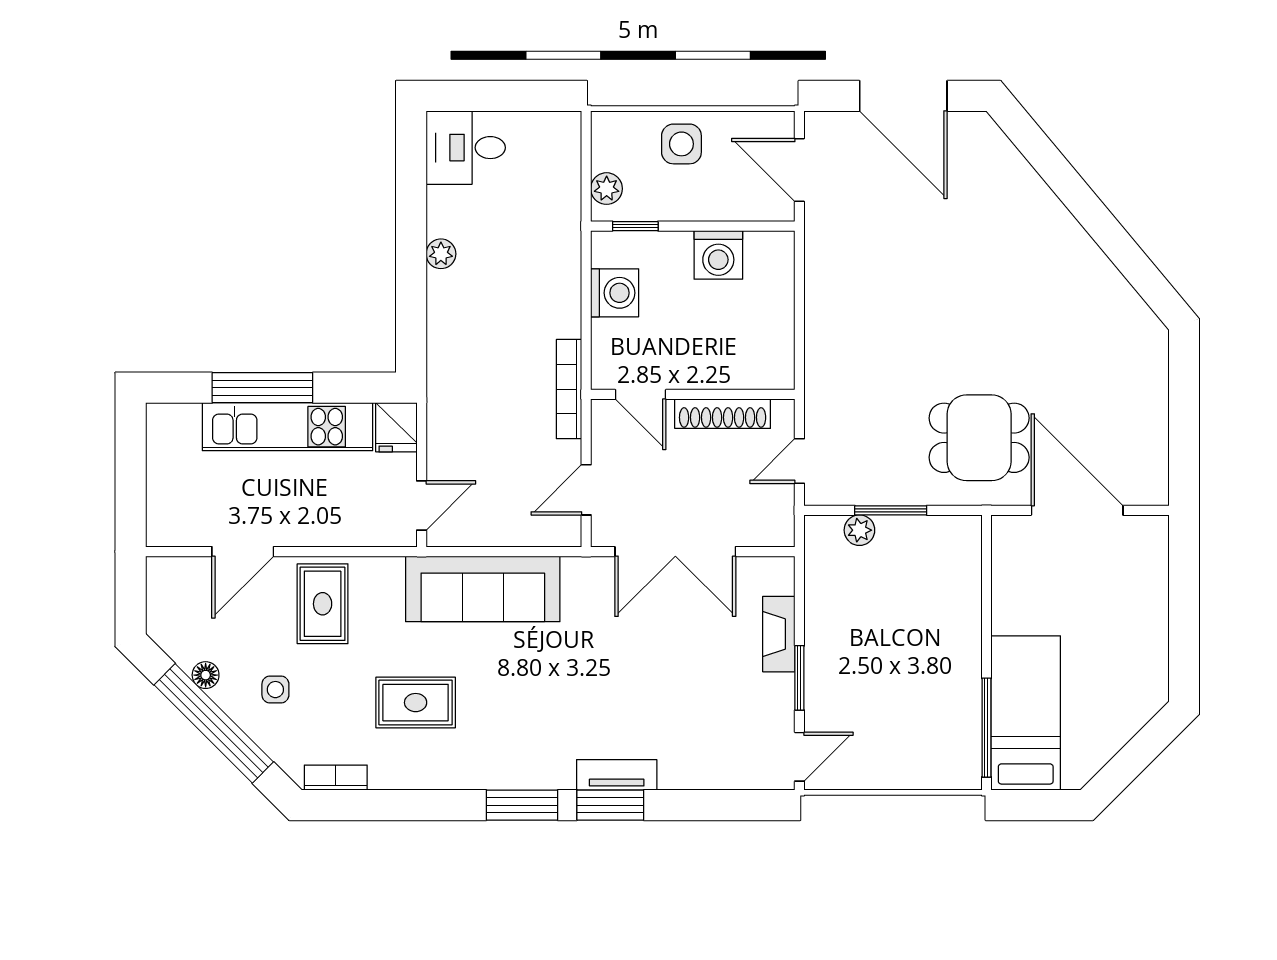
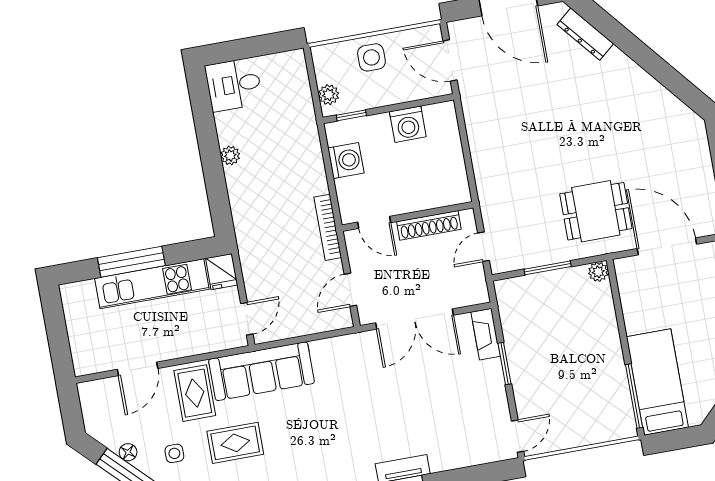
dresser: (1011, 167) -> (585, 34), added
plant: (859, 530) -> (598, 272), moved
sofa: (483, 589) -> (262, 371), moved
fireplace: (779, 634) -> (486, 334), moved
window: (799, 678) -> (505, 364), moved
rug: (416, 703) -> (235, 443), moved

